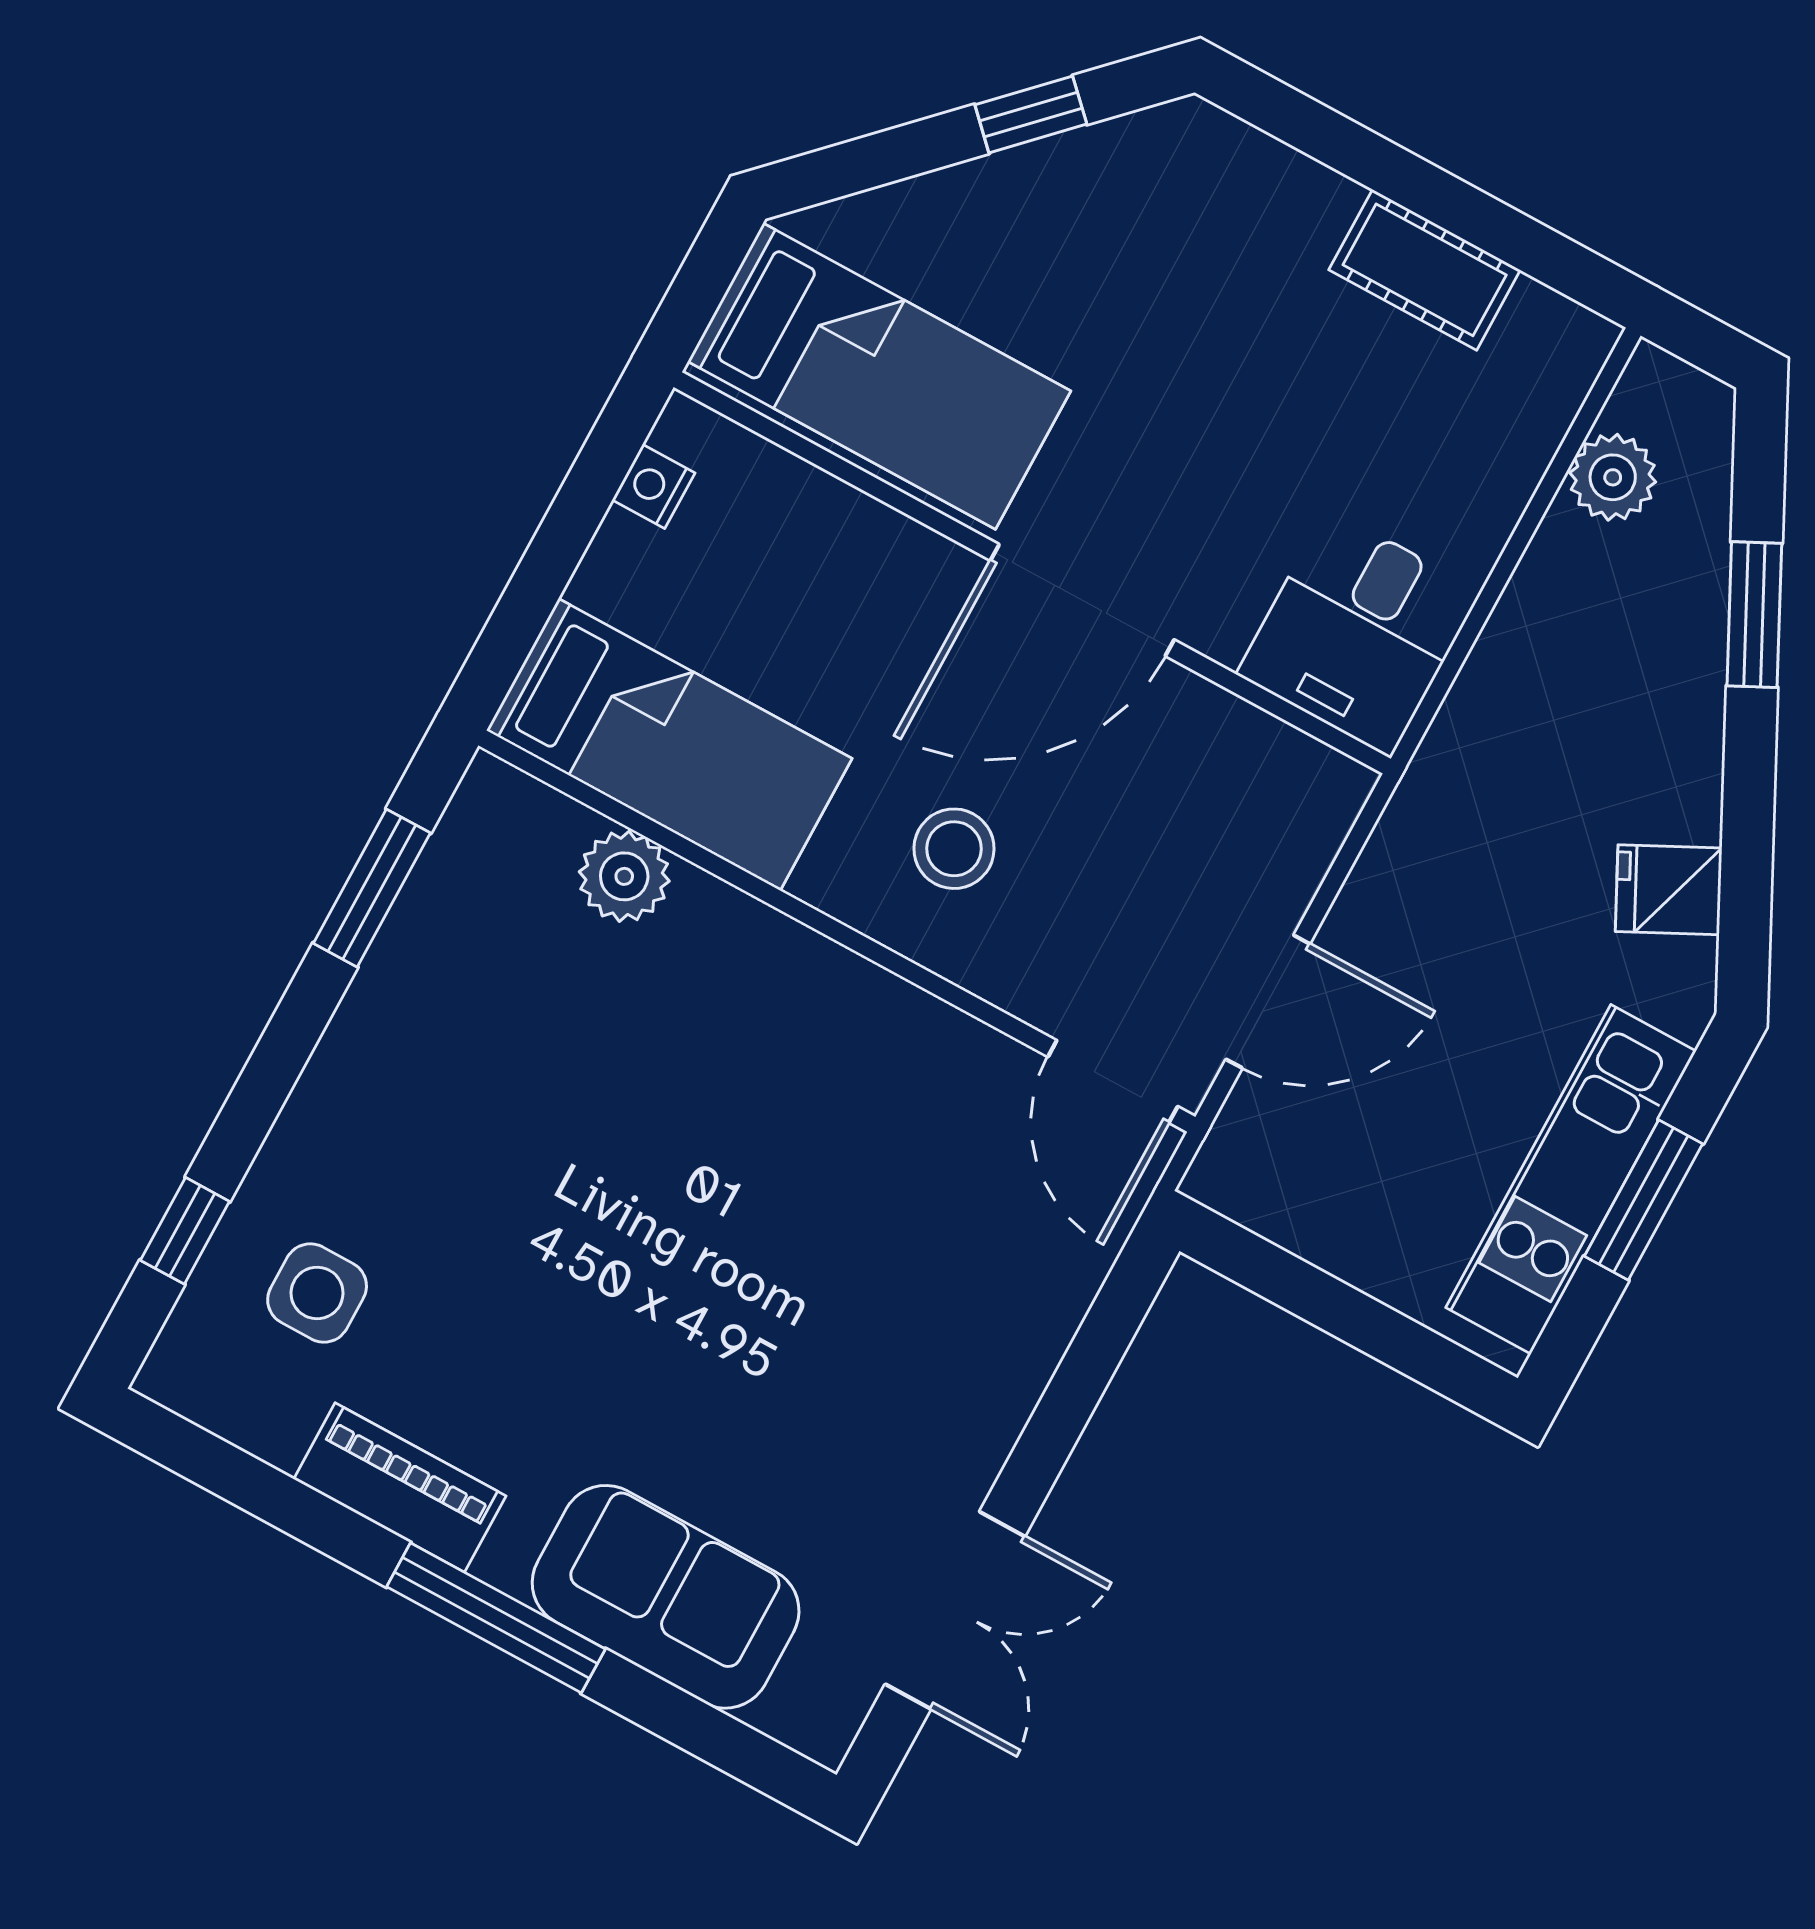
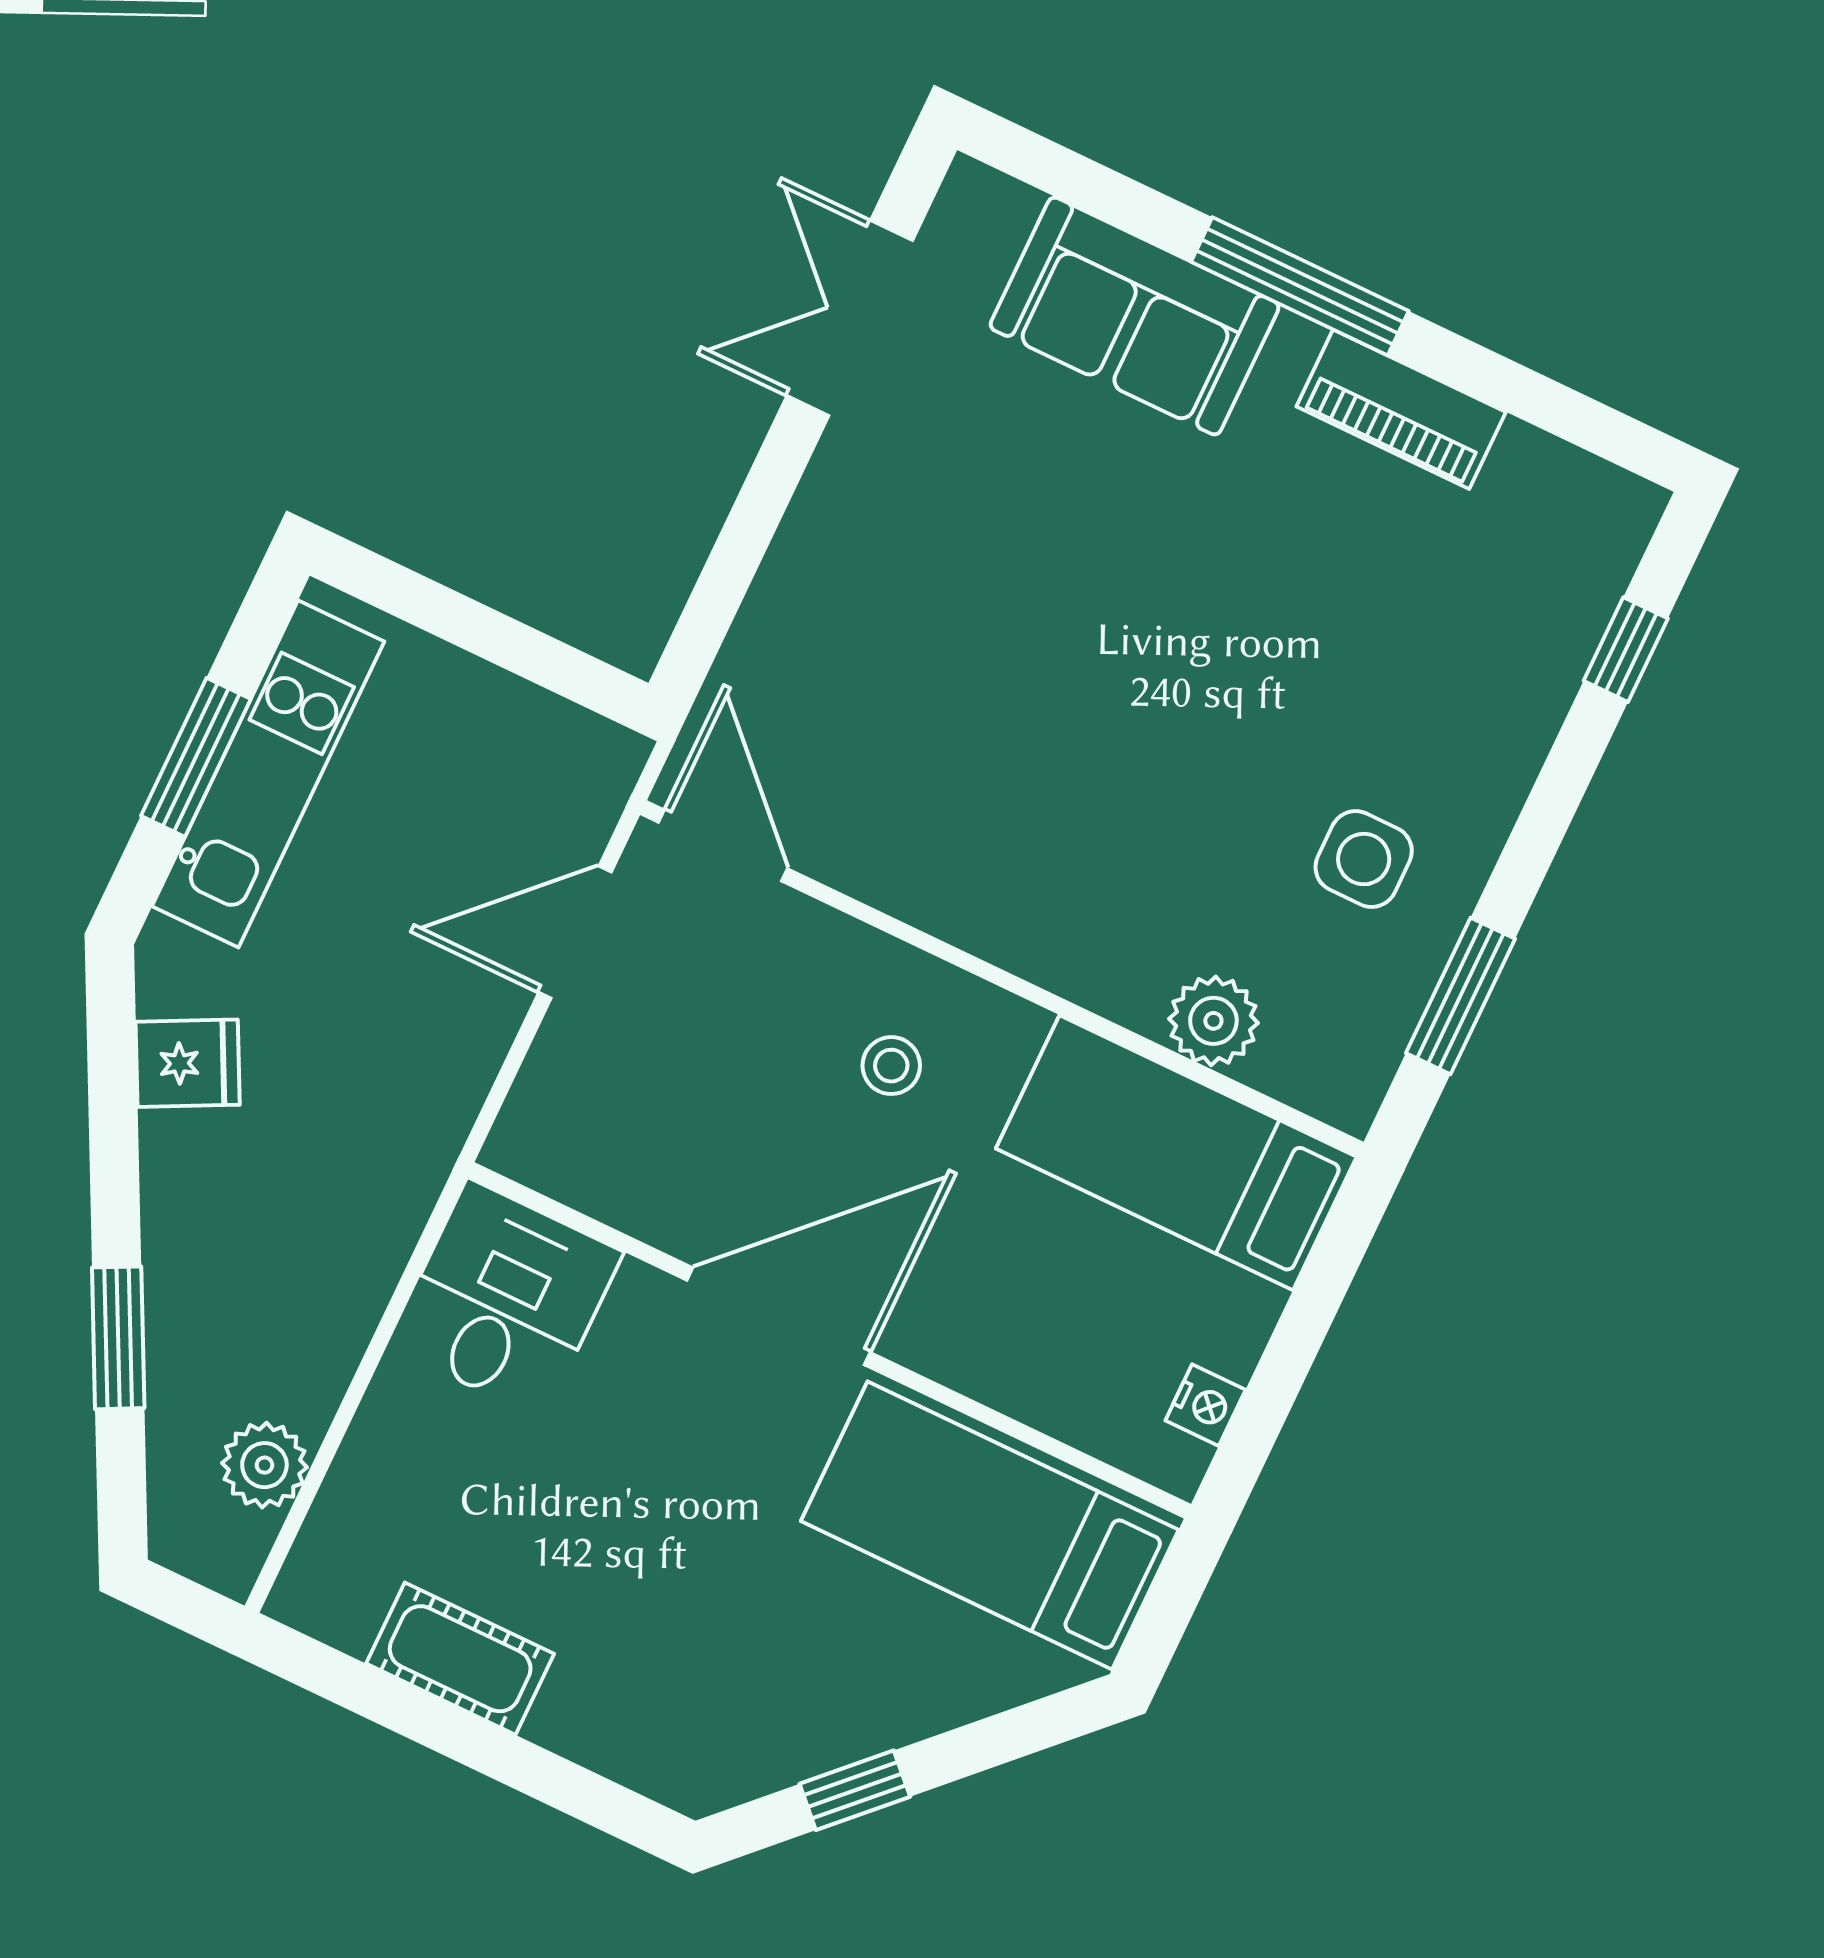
stool: (954, 849) -> (891, 1066), width x0.73, depth x0.73
side table: (317, 1293) -> (1364, 859), moved

